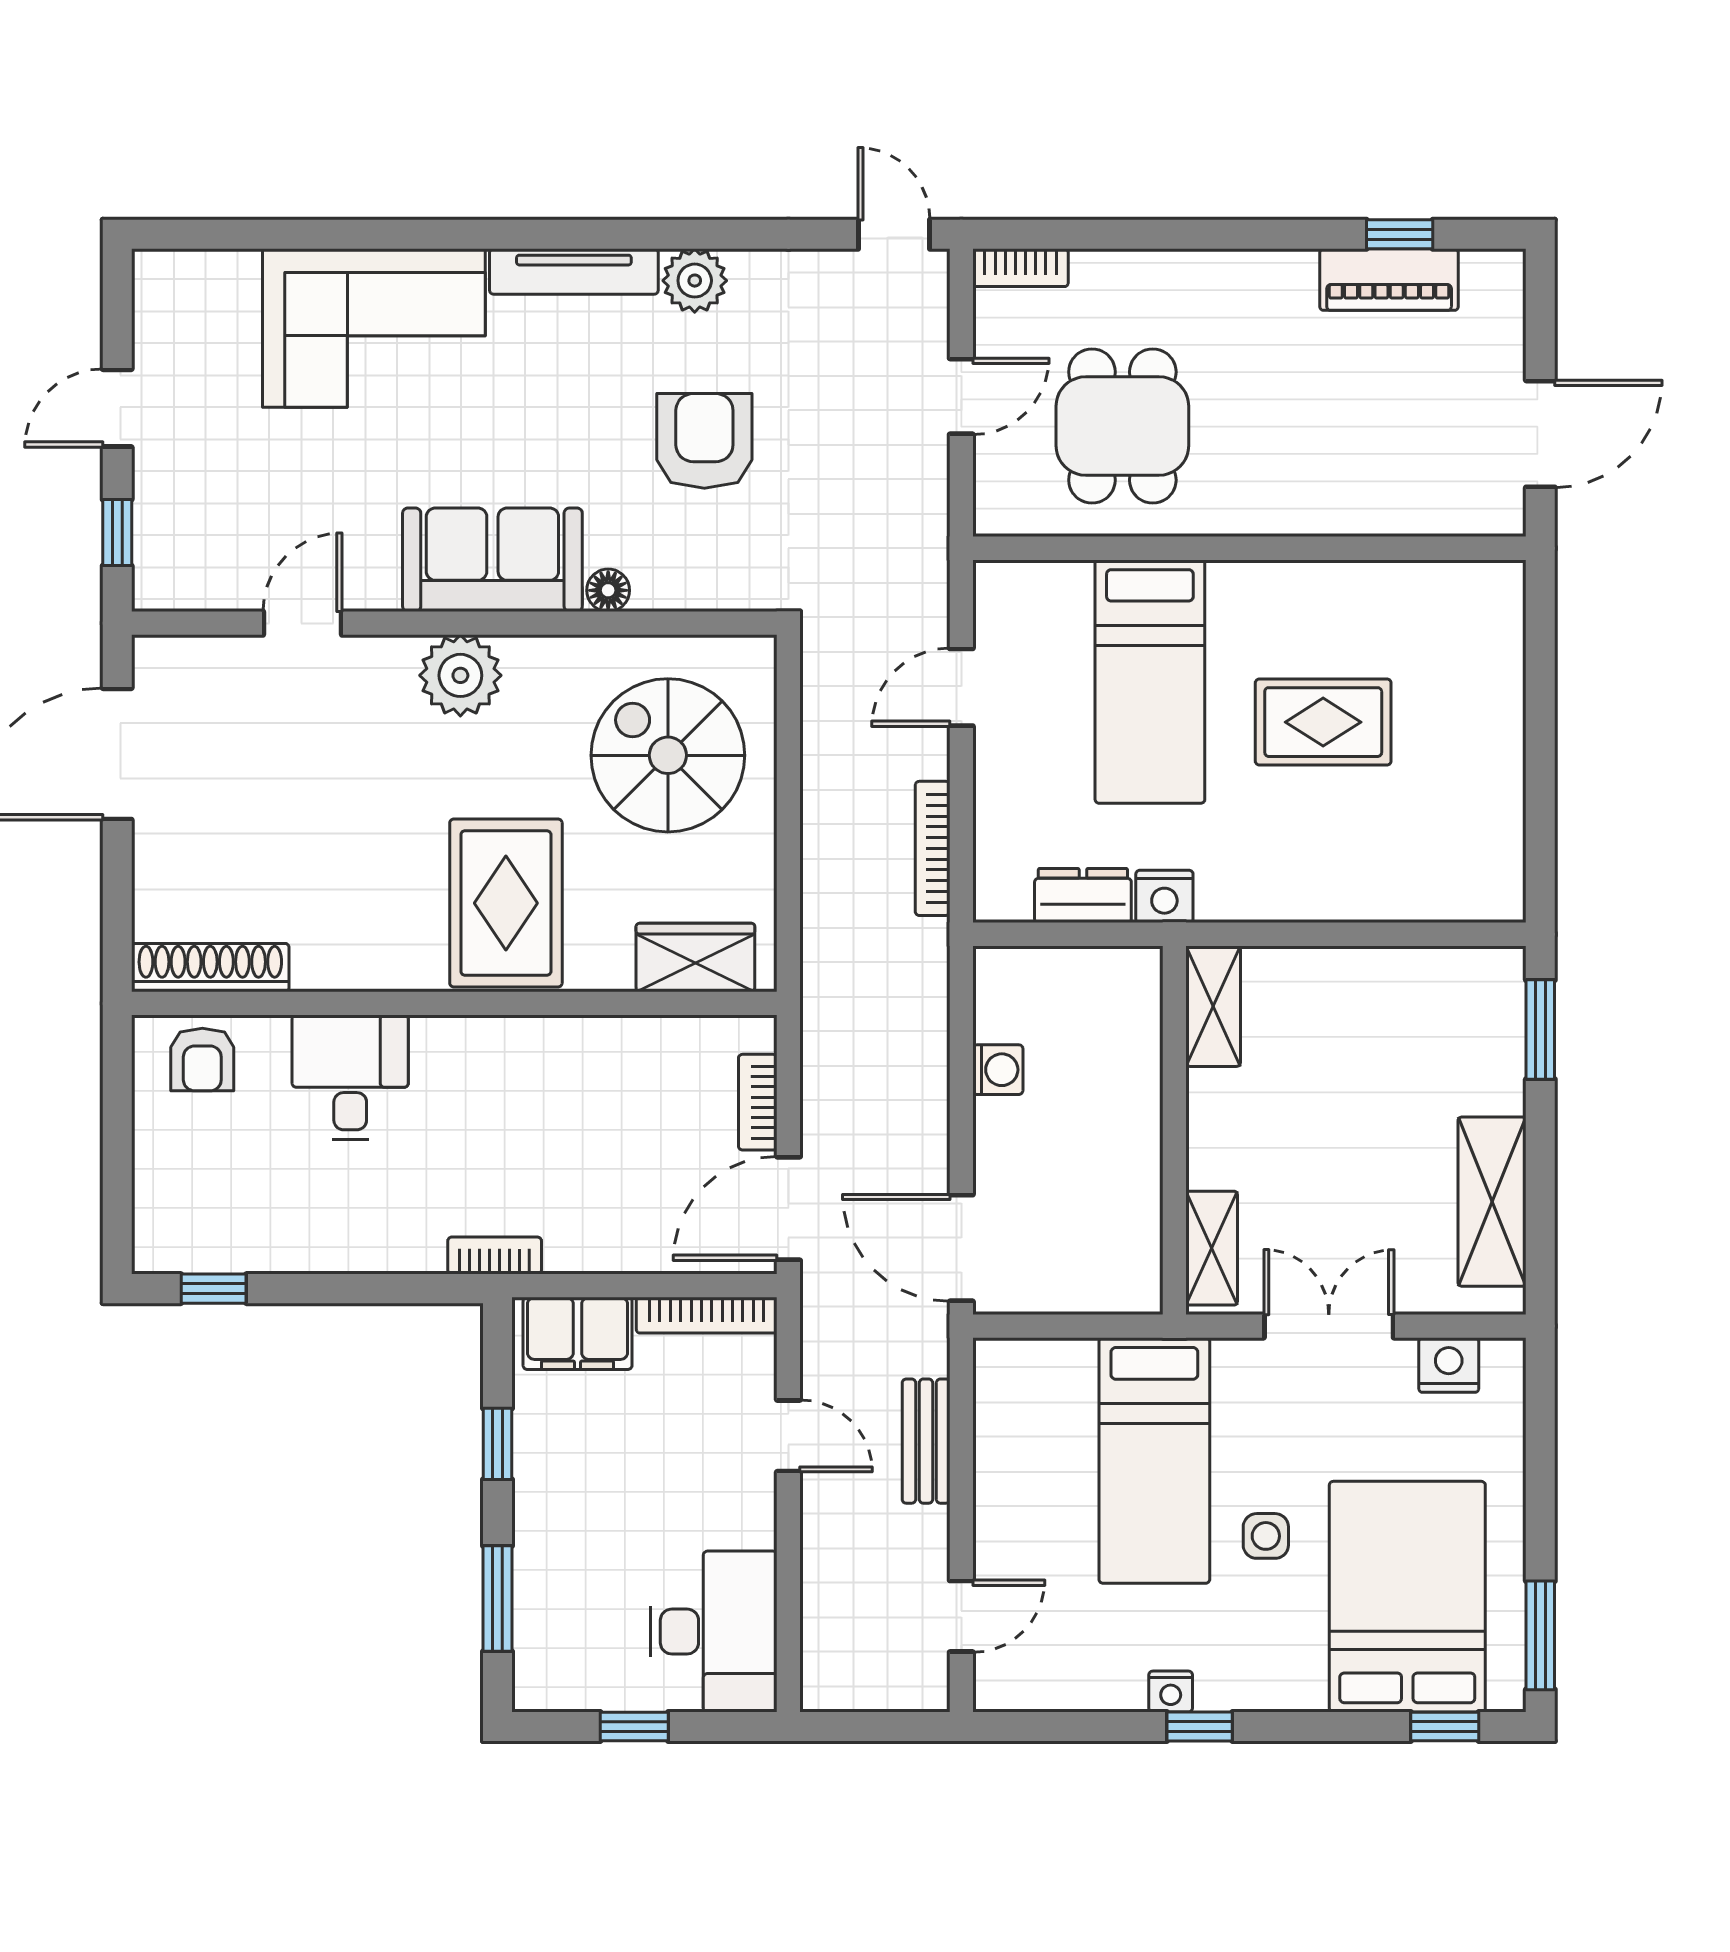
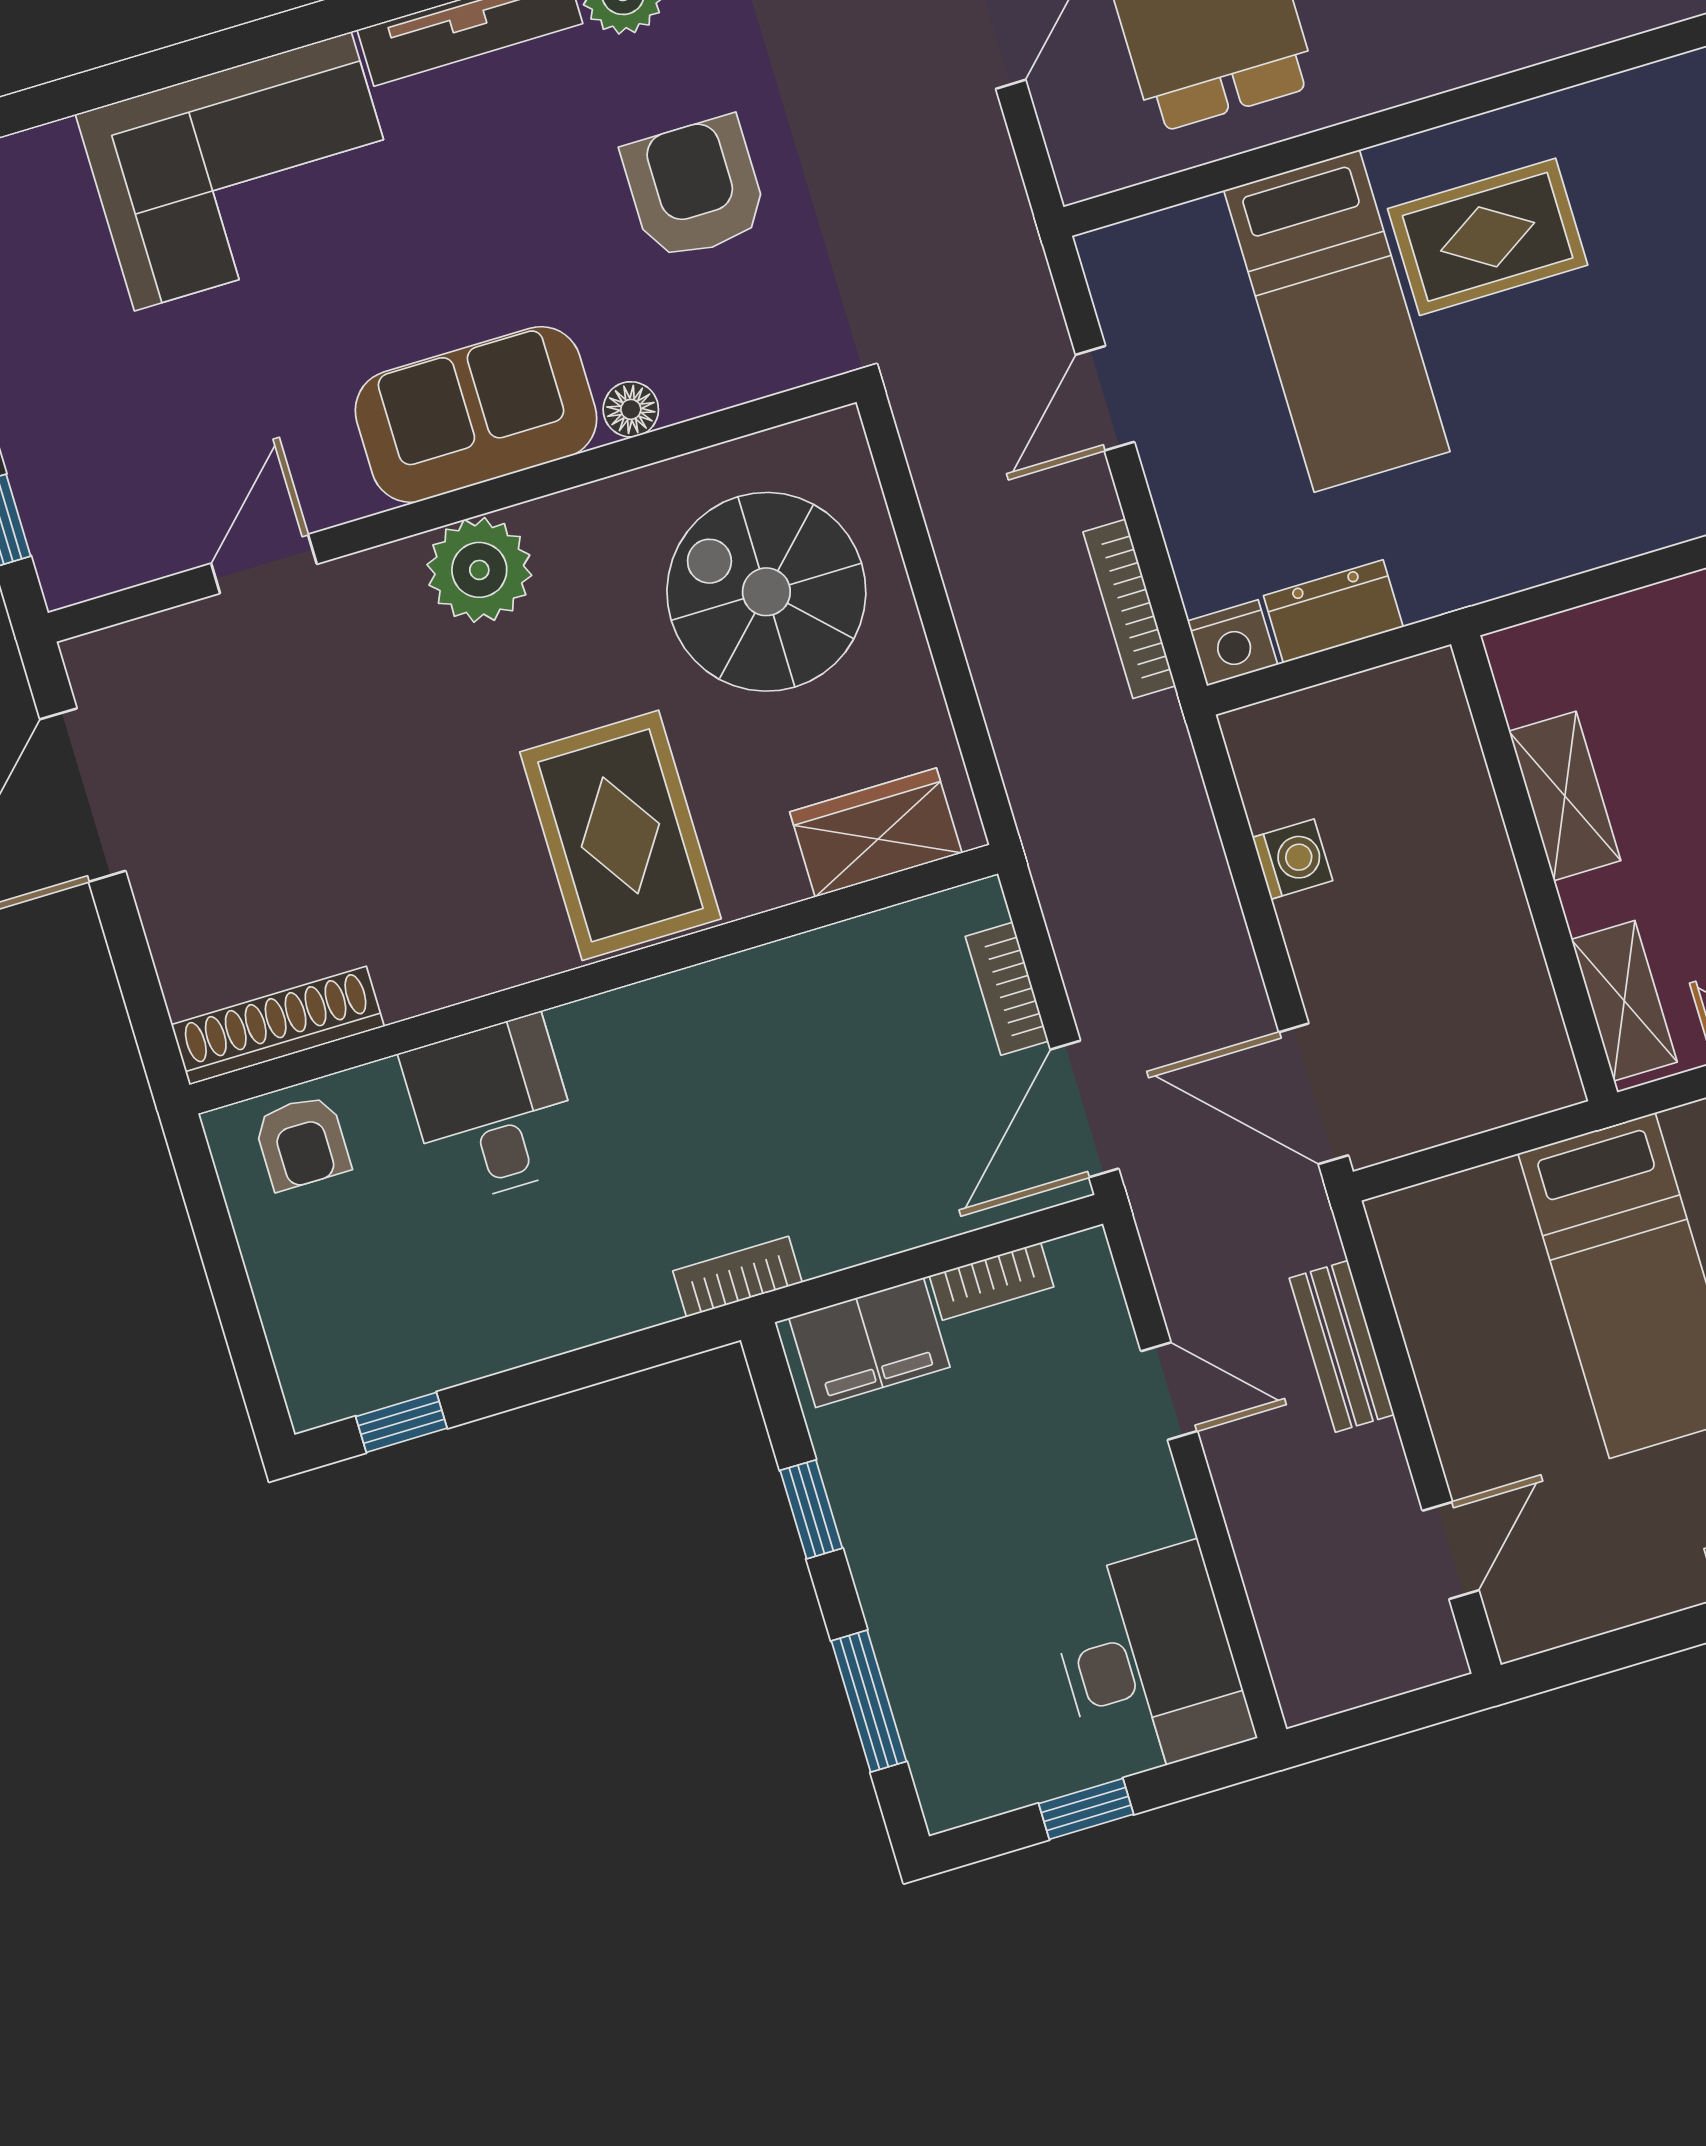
rug: (1323, 722) -> (1488, 237), moved
nightstand: (1164, 896) -> (1233, 643), moved
shelving: (1213, 1006) -> (1565, 796), moved
bookcase: (707, 1315) -> (991, 1281), width x0.64

